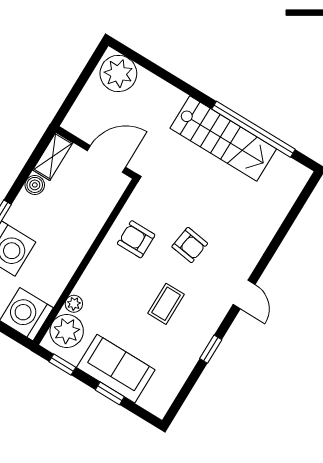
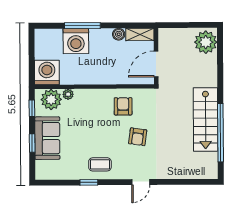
door: (106, 159) -> (156, 64), swing flipped
door: (244, 294) -> (141, 182), moved
coffee table: (166, 304) -> (100, 164), moved

